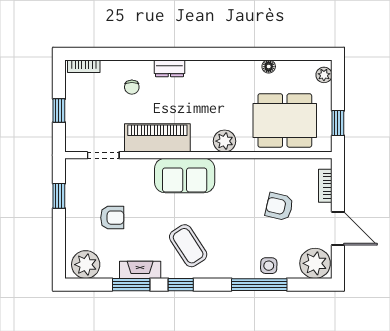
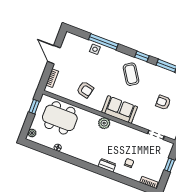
piano: (157, 138) -> (126, 133), removed
plant: (224, 141) -> (104, 123), moved
armchair: (279, 207) -> (85, 90), moved
plant: (315, 263) -> (72, 42), removed
fireplace: (140, 270) -> (159, 71), removed

